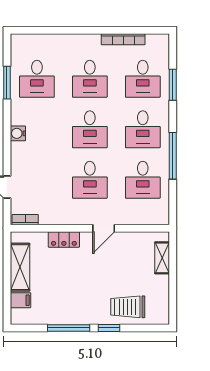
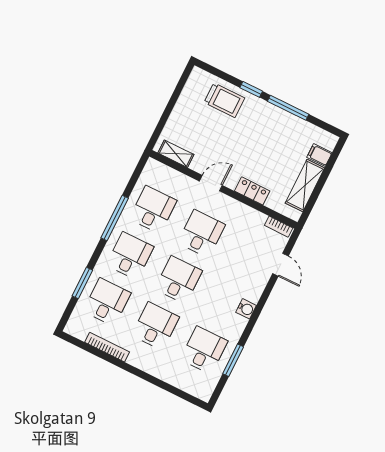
shelving: (162, 258) -> (176, 154), moved, turned 90

